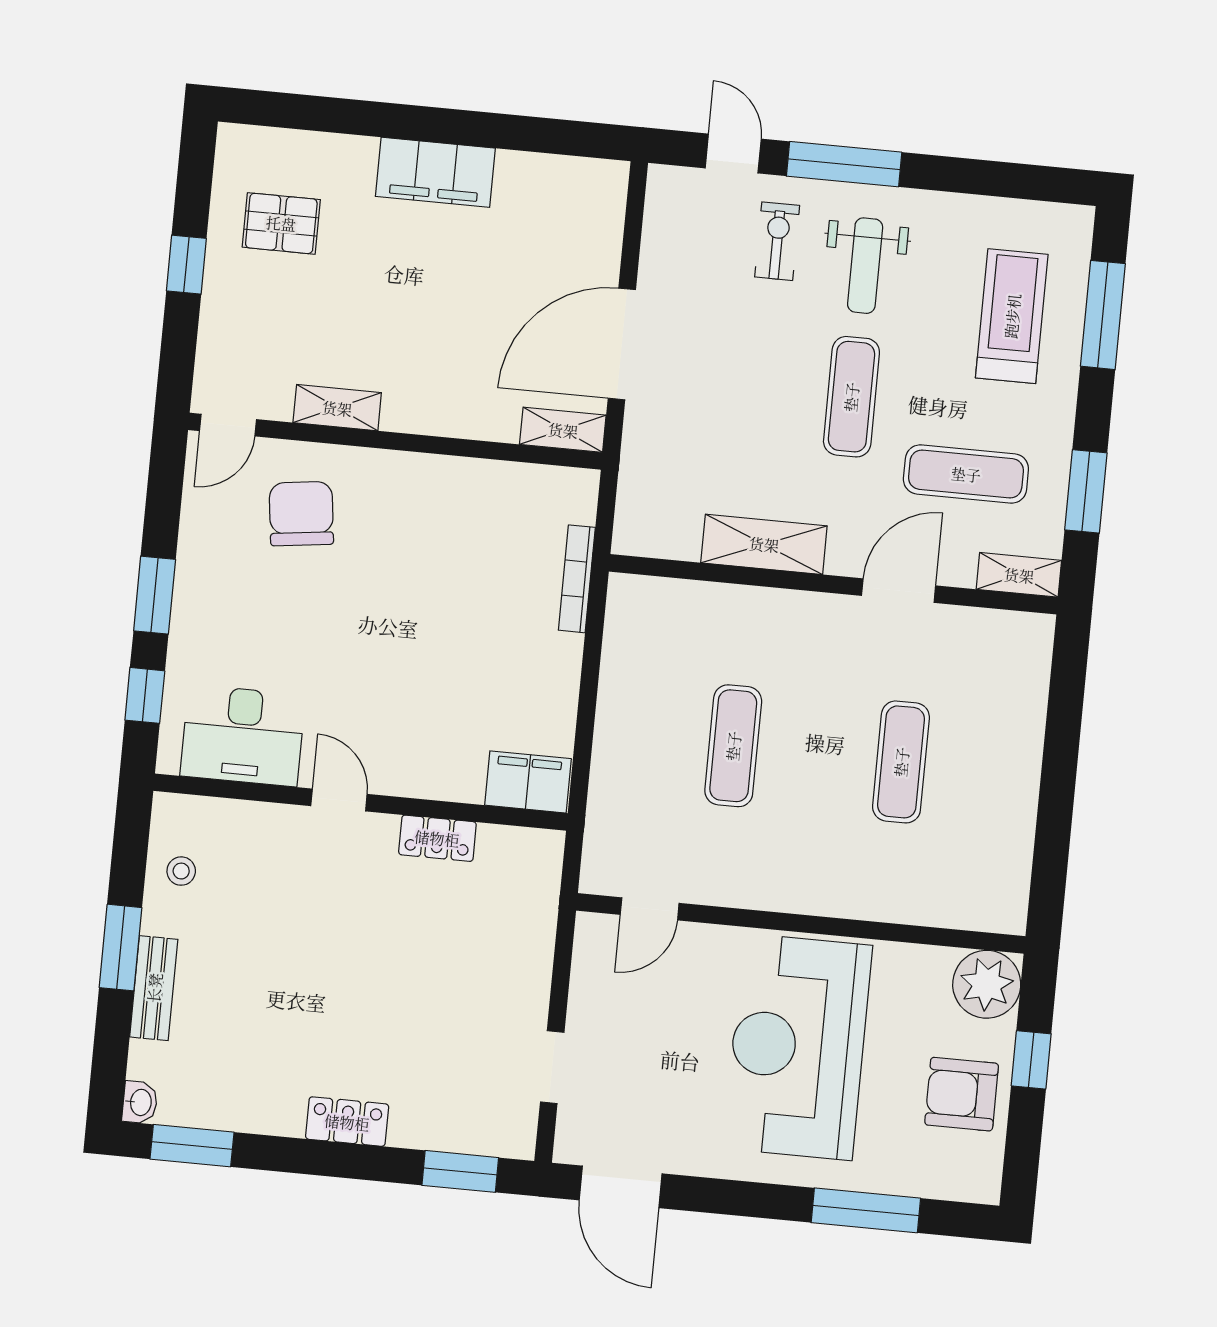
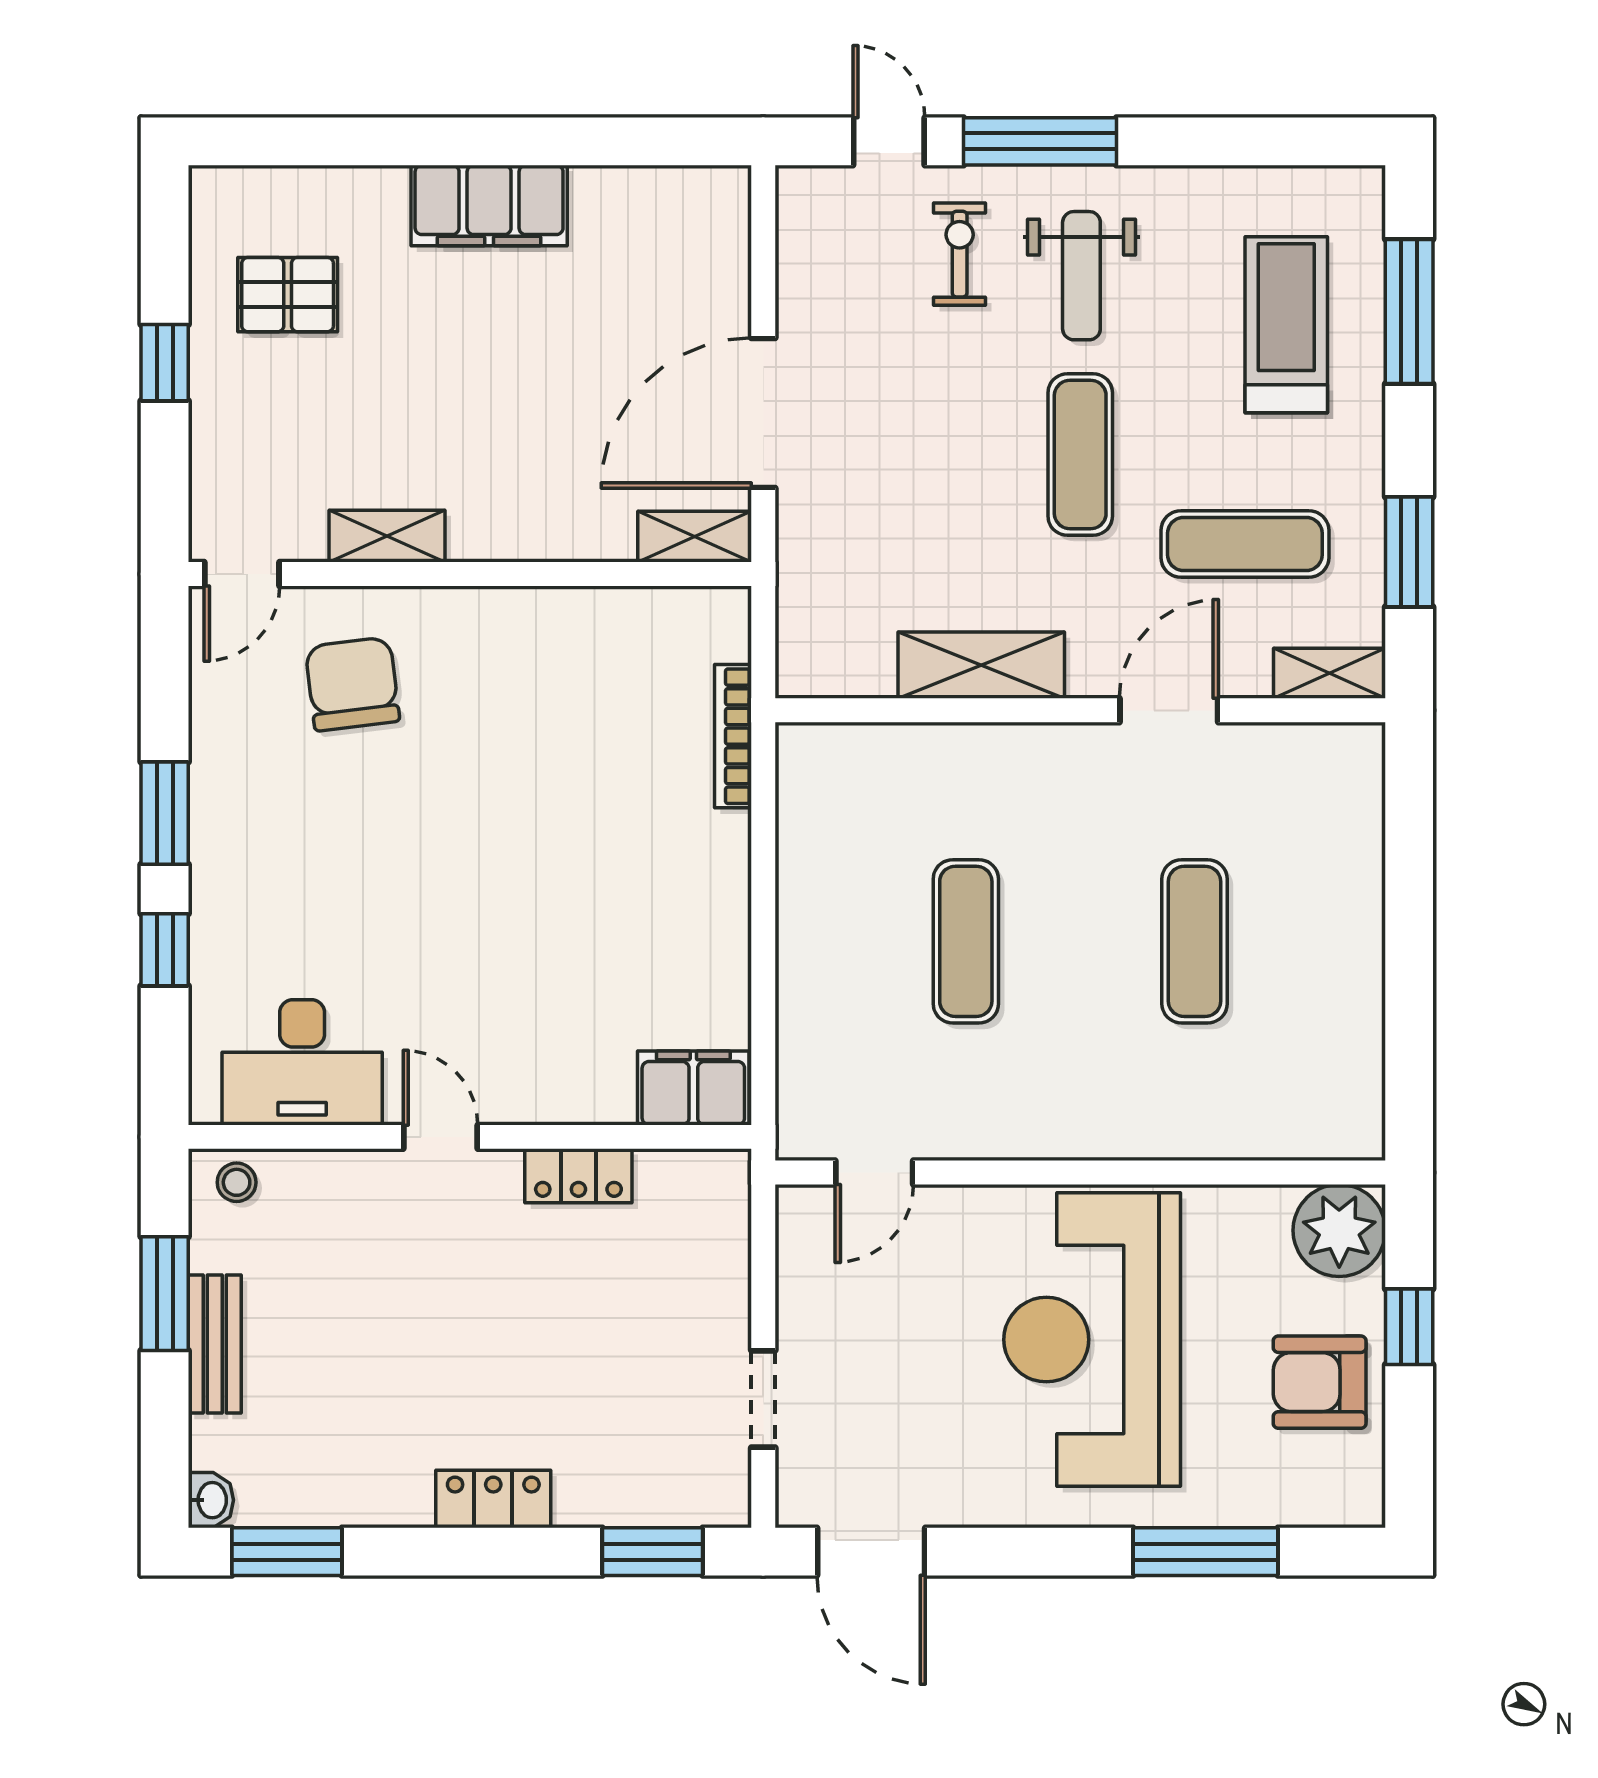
desk: (243, 735) -> (302, 1062), moved
filing cabinet: (528, 782) -> (693, 1088), moved
door: (339, 800) -> (440, 1137), moved
wall: (361, 802) -> (470, 1137), moved
locker: (437, 838) -> (578, 1176), moved

